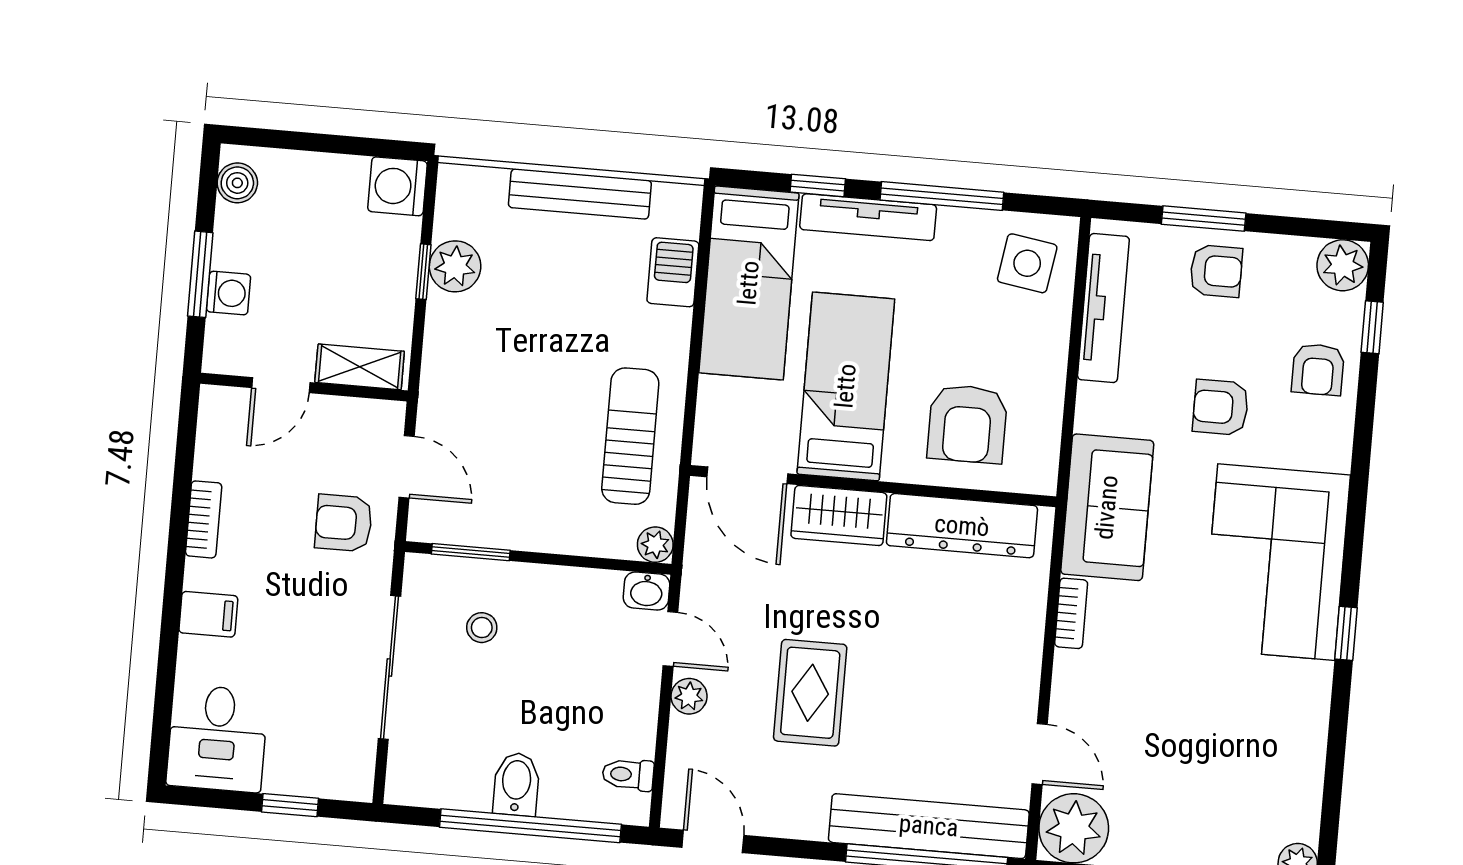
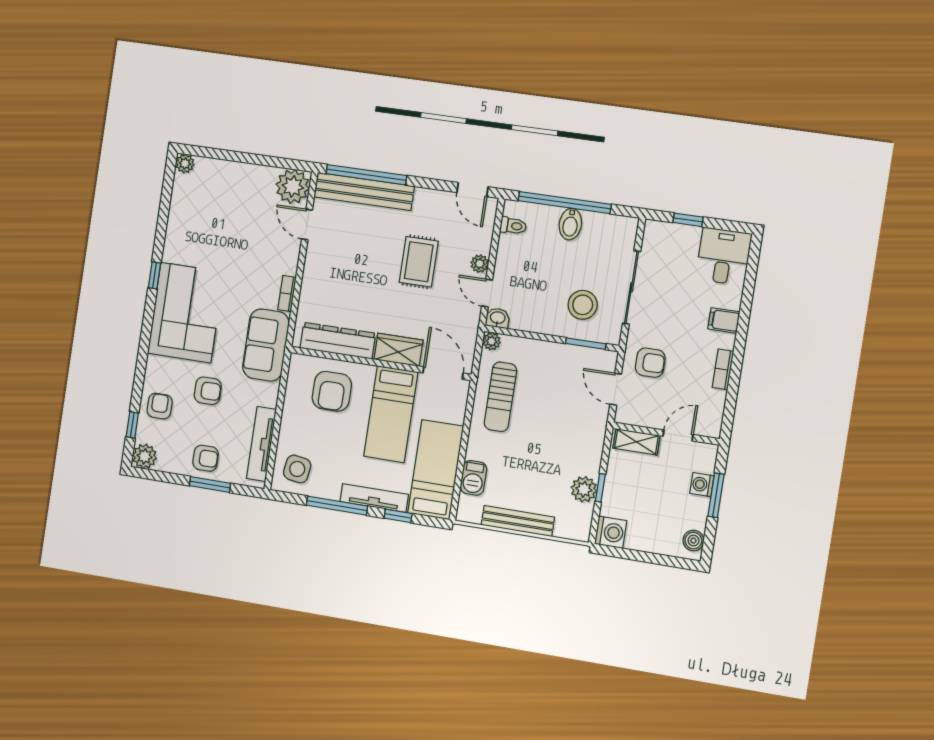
armchair: (1216, 271) -> (206, 458), turned 180
armchair: (967, 424) -> (332, 391), turned 180
stool: (482, 628) -> (583, 305), width x1.89, depth x1.89

